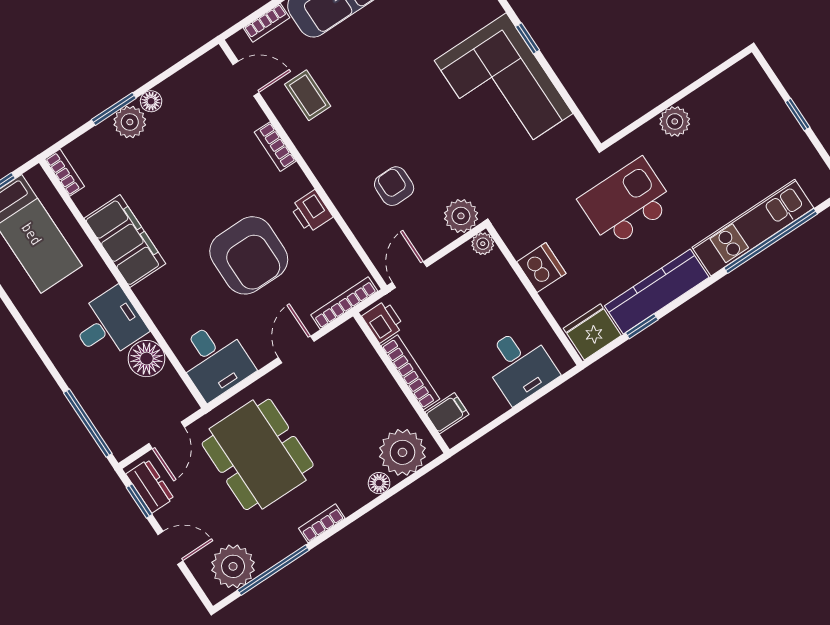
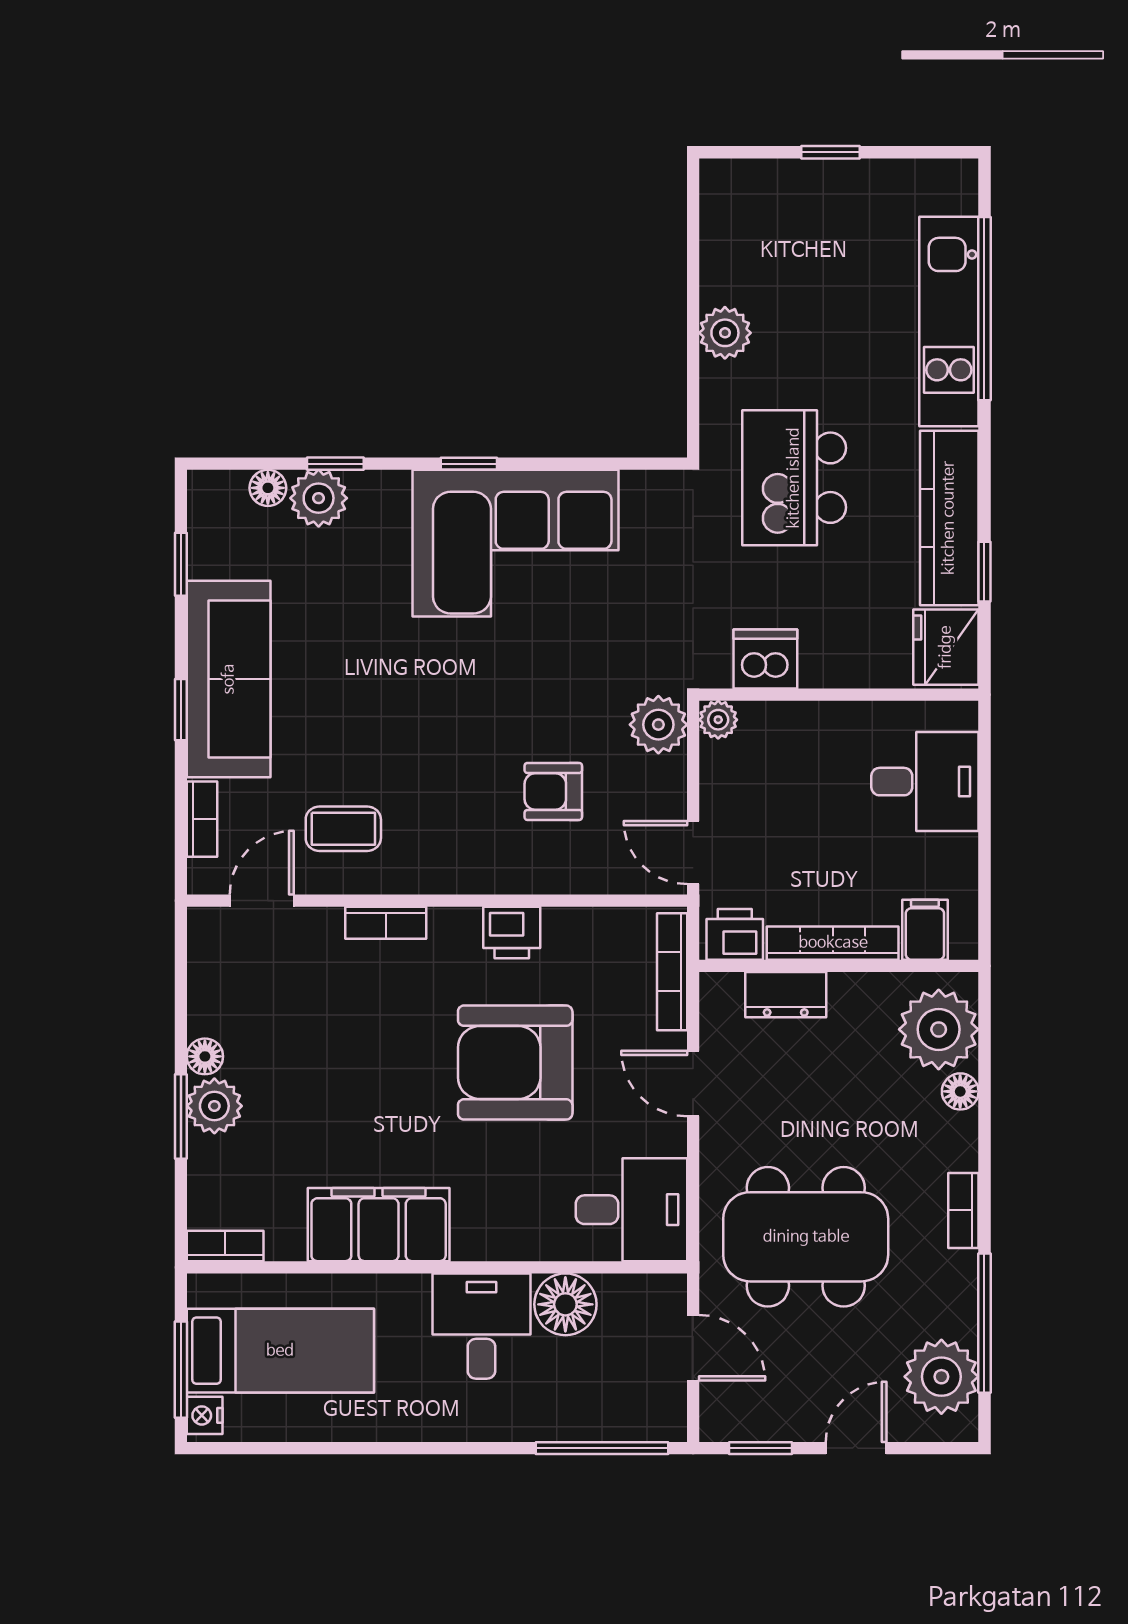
armchair: (249, 255) -> (515, 1063), turned 180
dishwasher: (541, 268) -> (765, 659), moved
dresser: (150, 486) -> (786, 995), moved, turned 180

